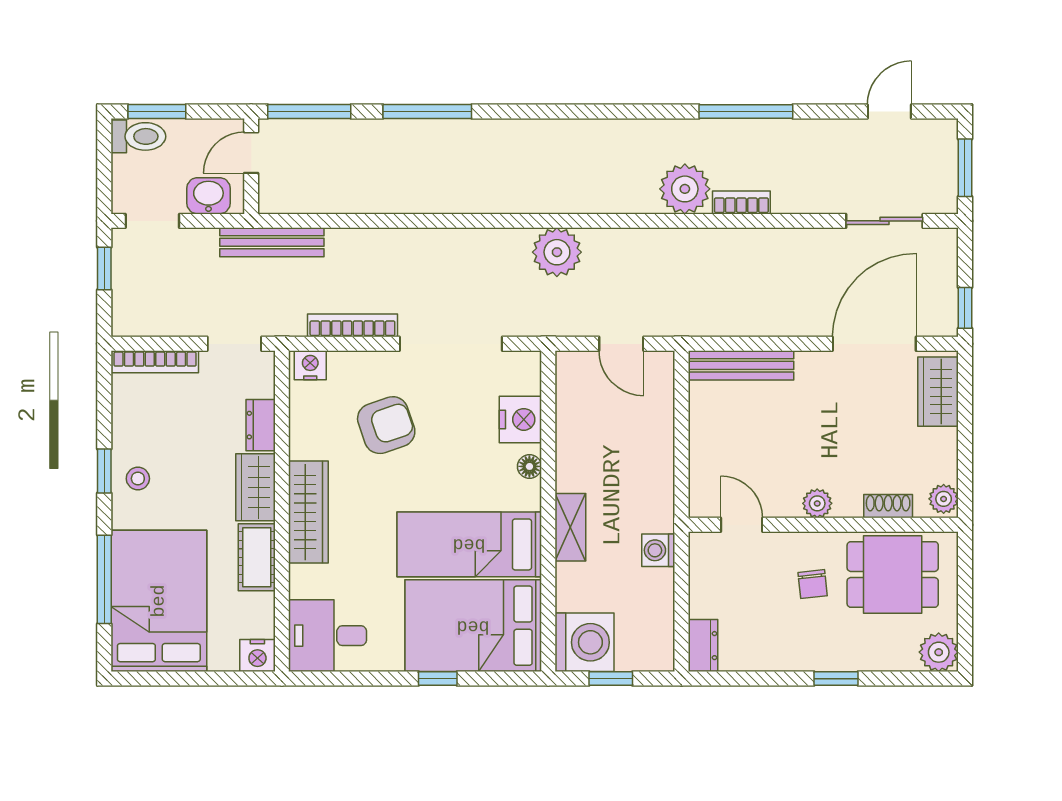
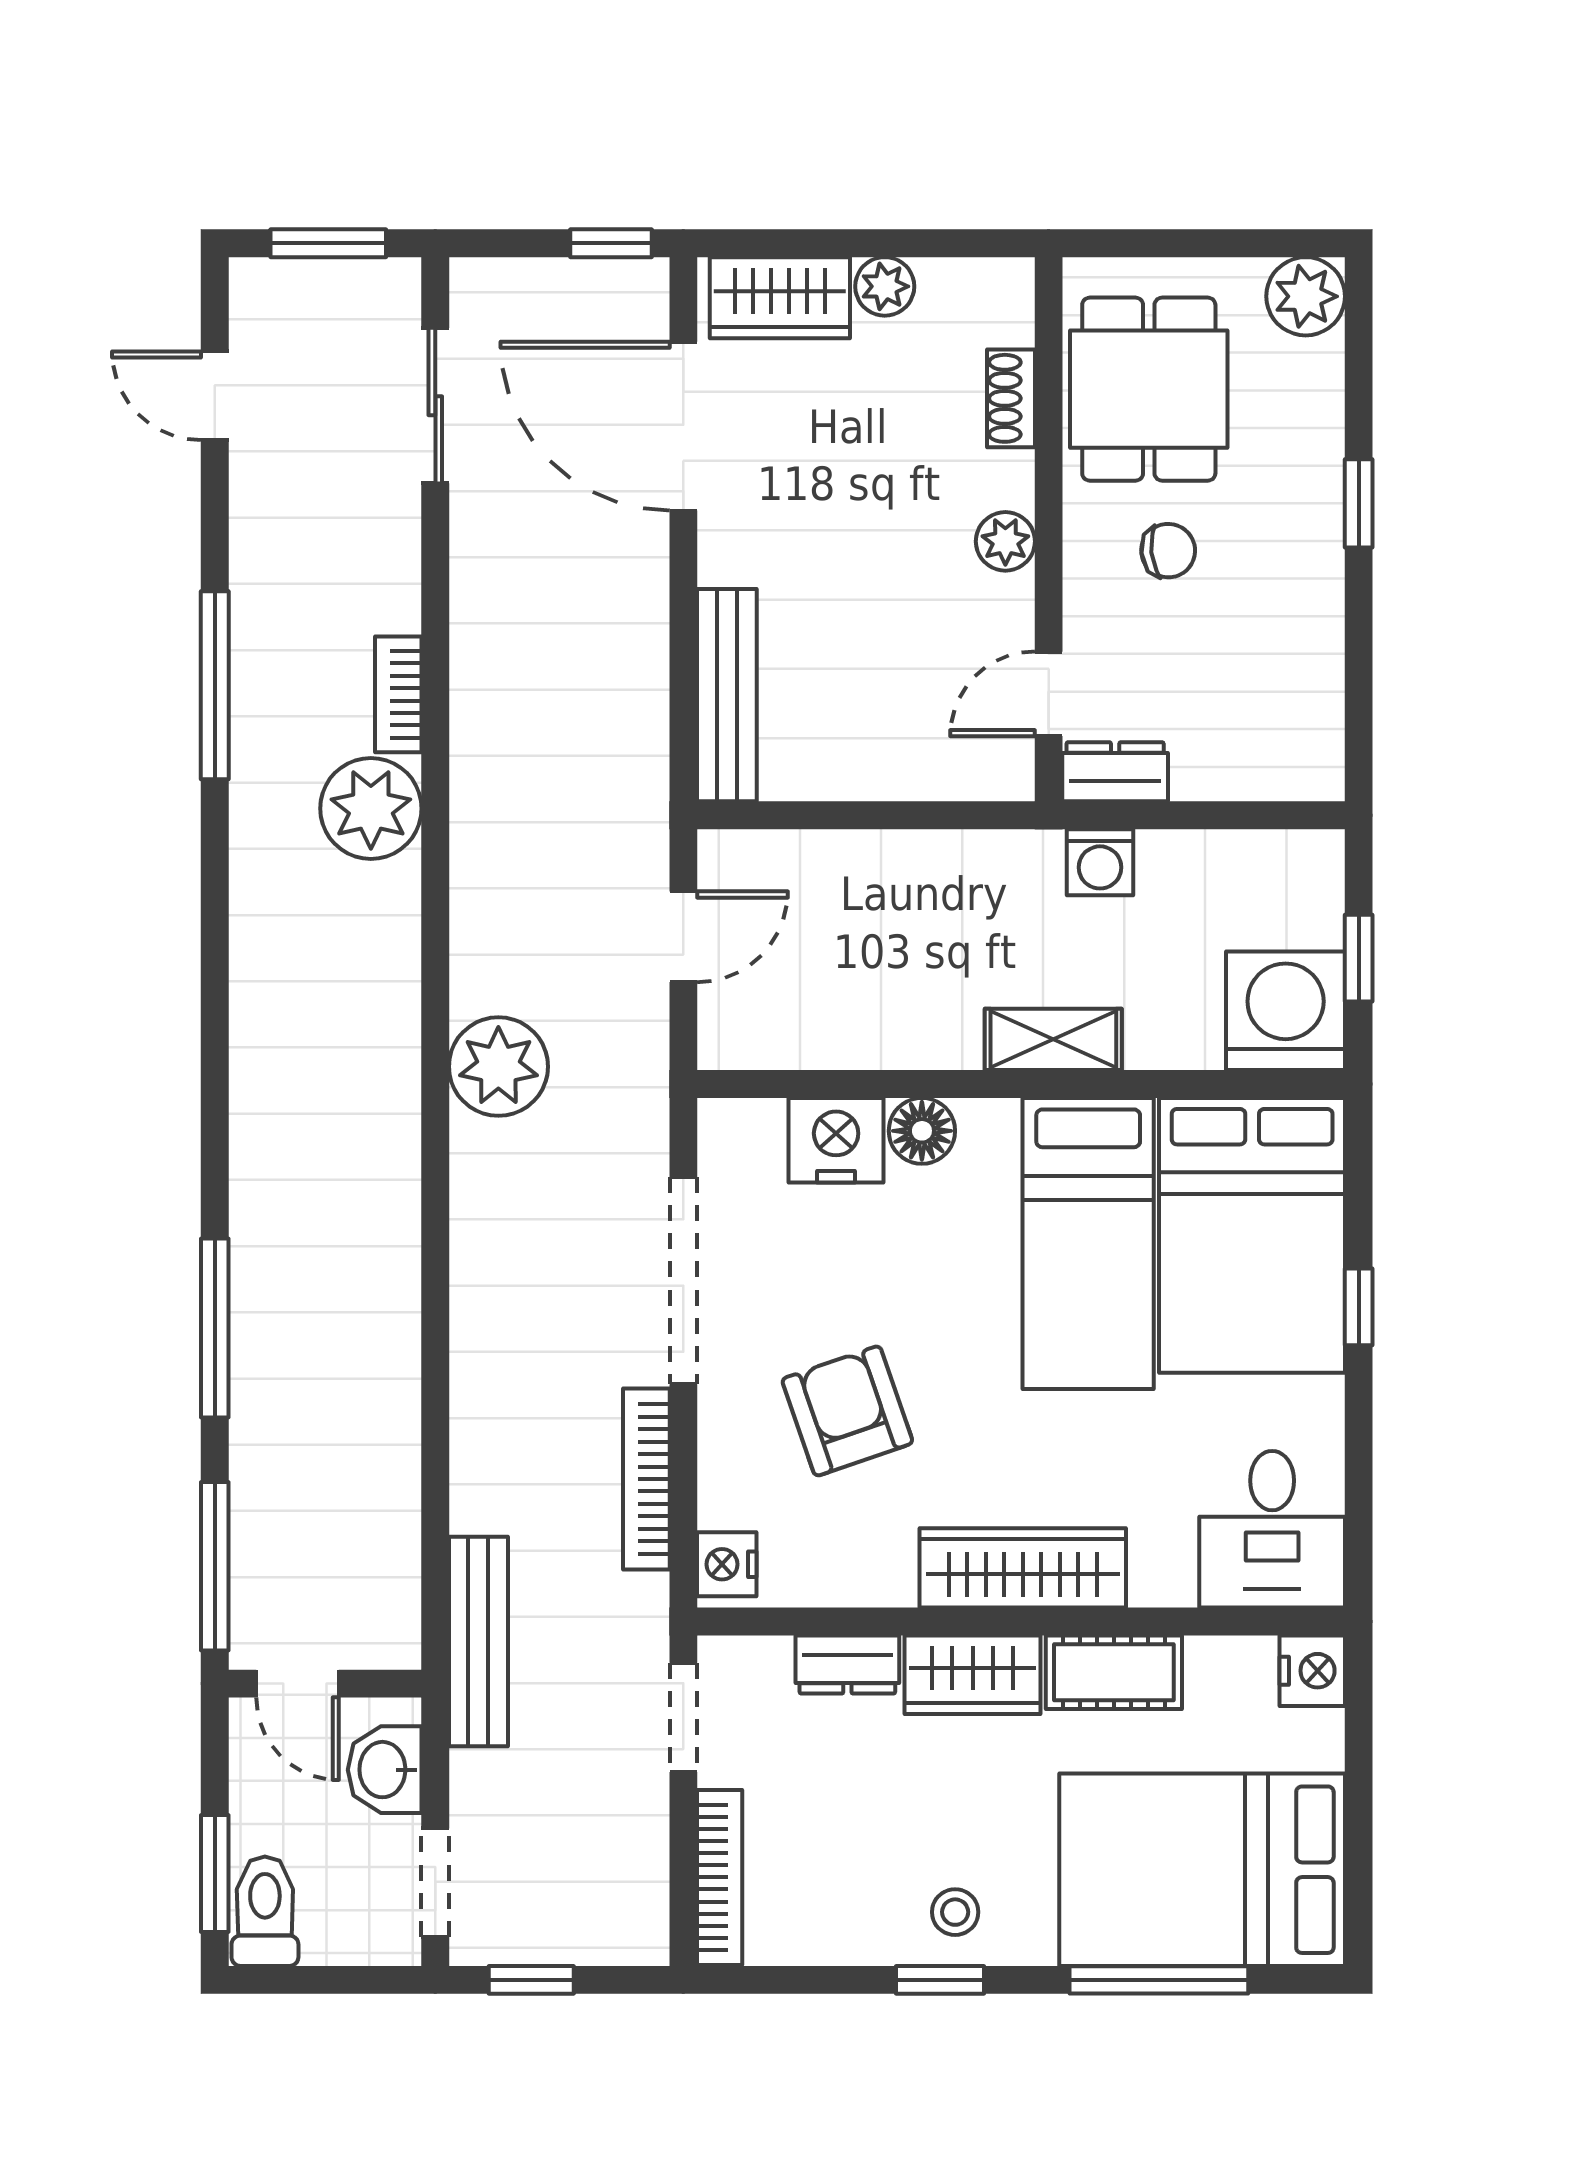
floor lamp: (529, 466) -> (922, 1131), width x1.37, depth x1.37
plant: (944, 499) -> (885, 286), moved
dresser: (703, 646) -> (1115, 772), moved

